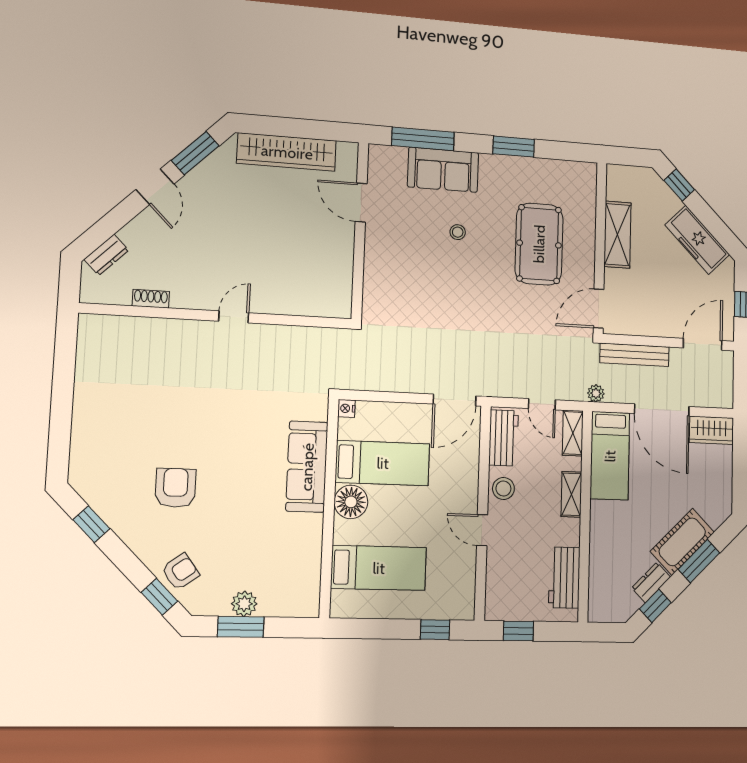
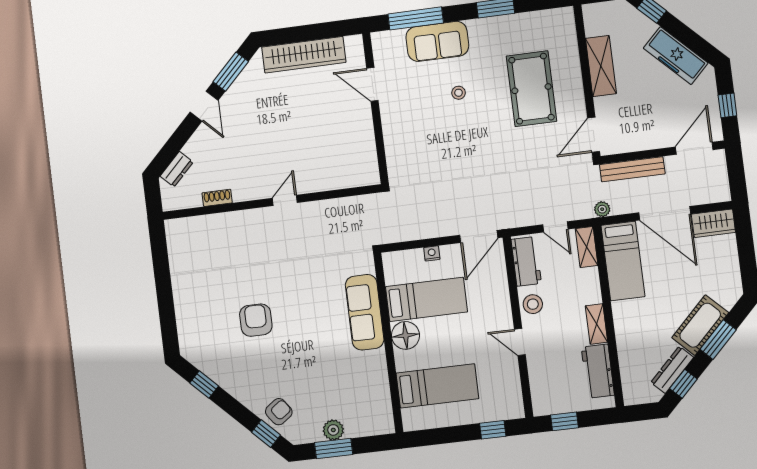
nightstand: (346, 408) -> (432, 253), moved, turned 90
armchair: (176, 488) -> (256, 320), moved
shelving: (571, 494) -> (596, 324), moved
dresser: (651, 582) -> (672, 370), width x1.44

